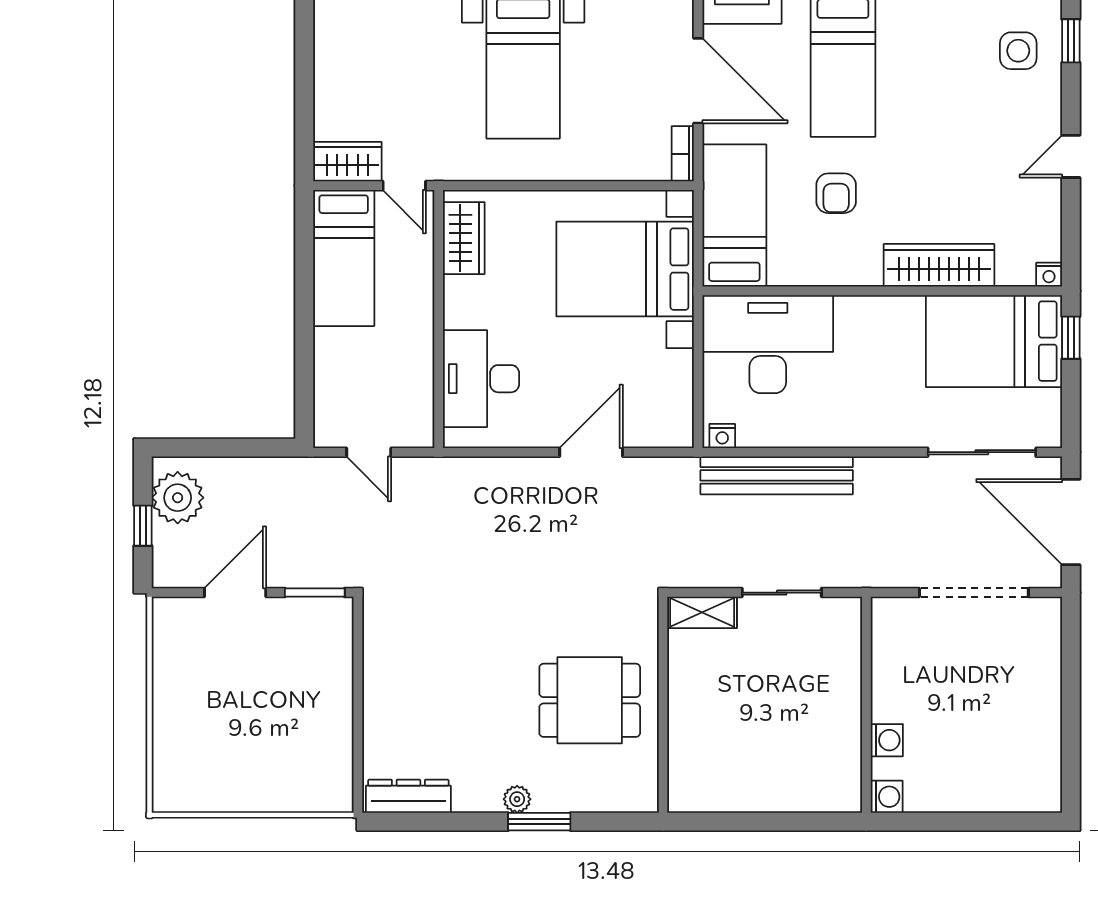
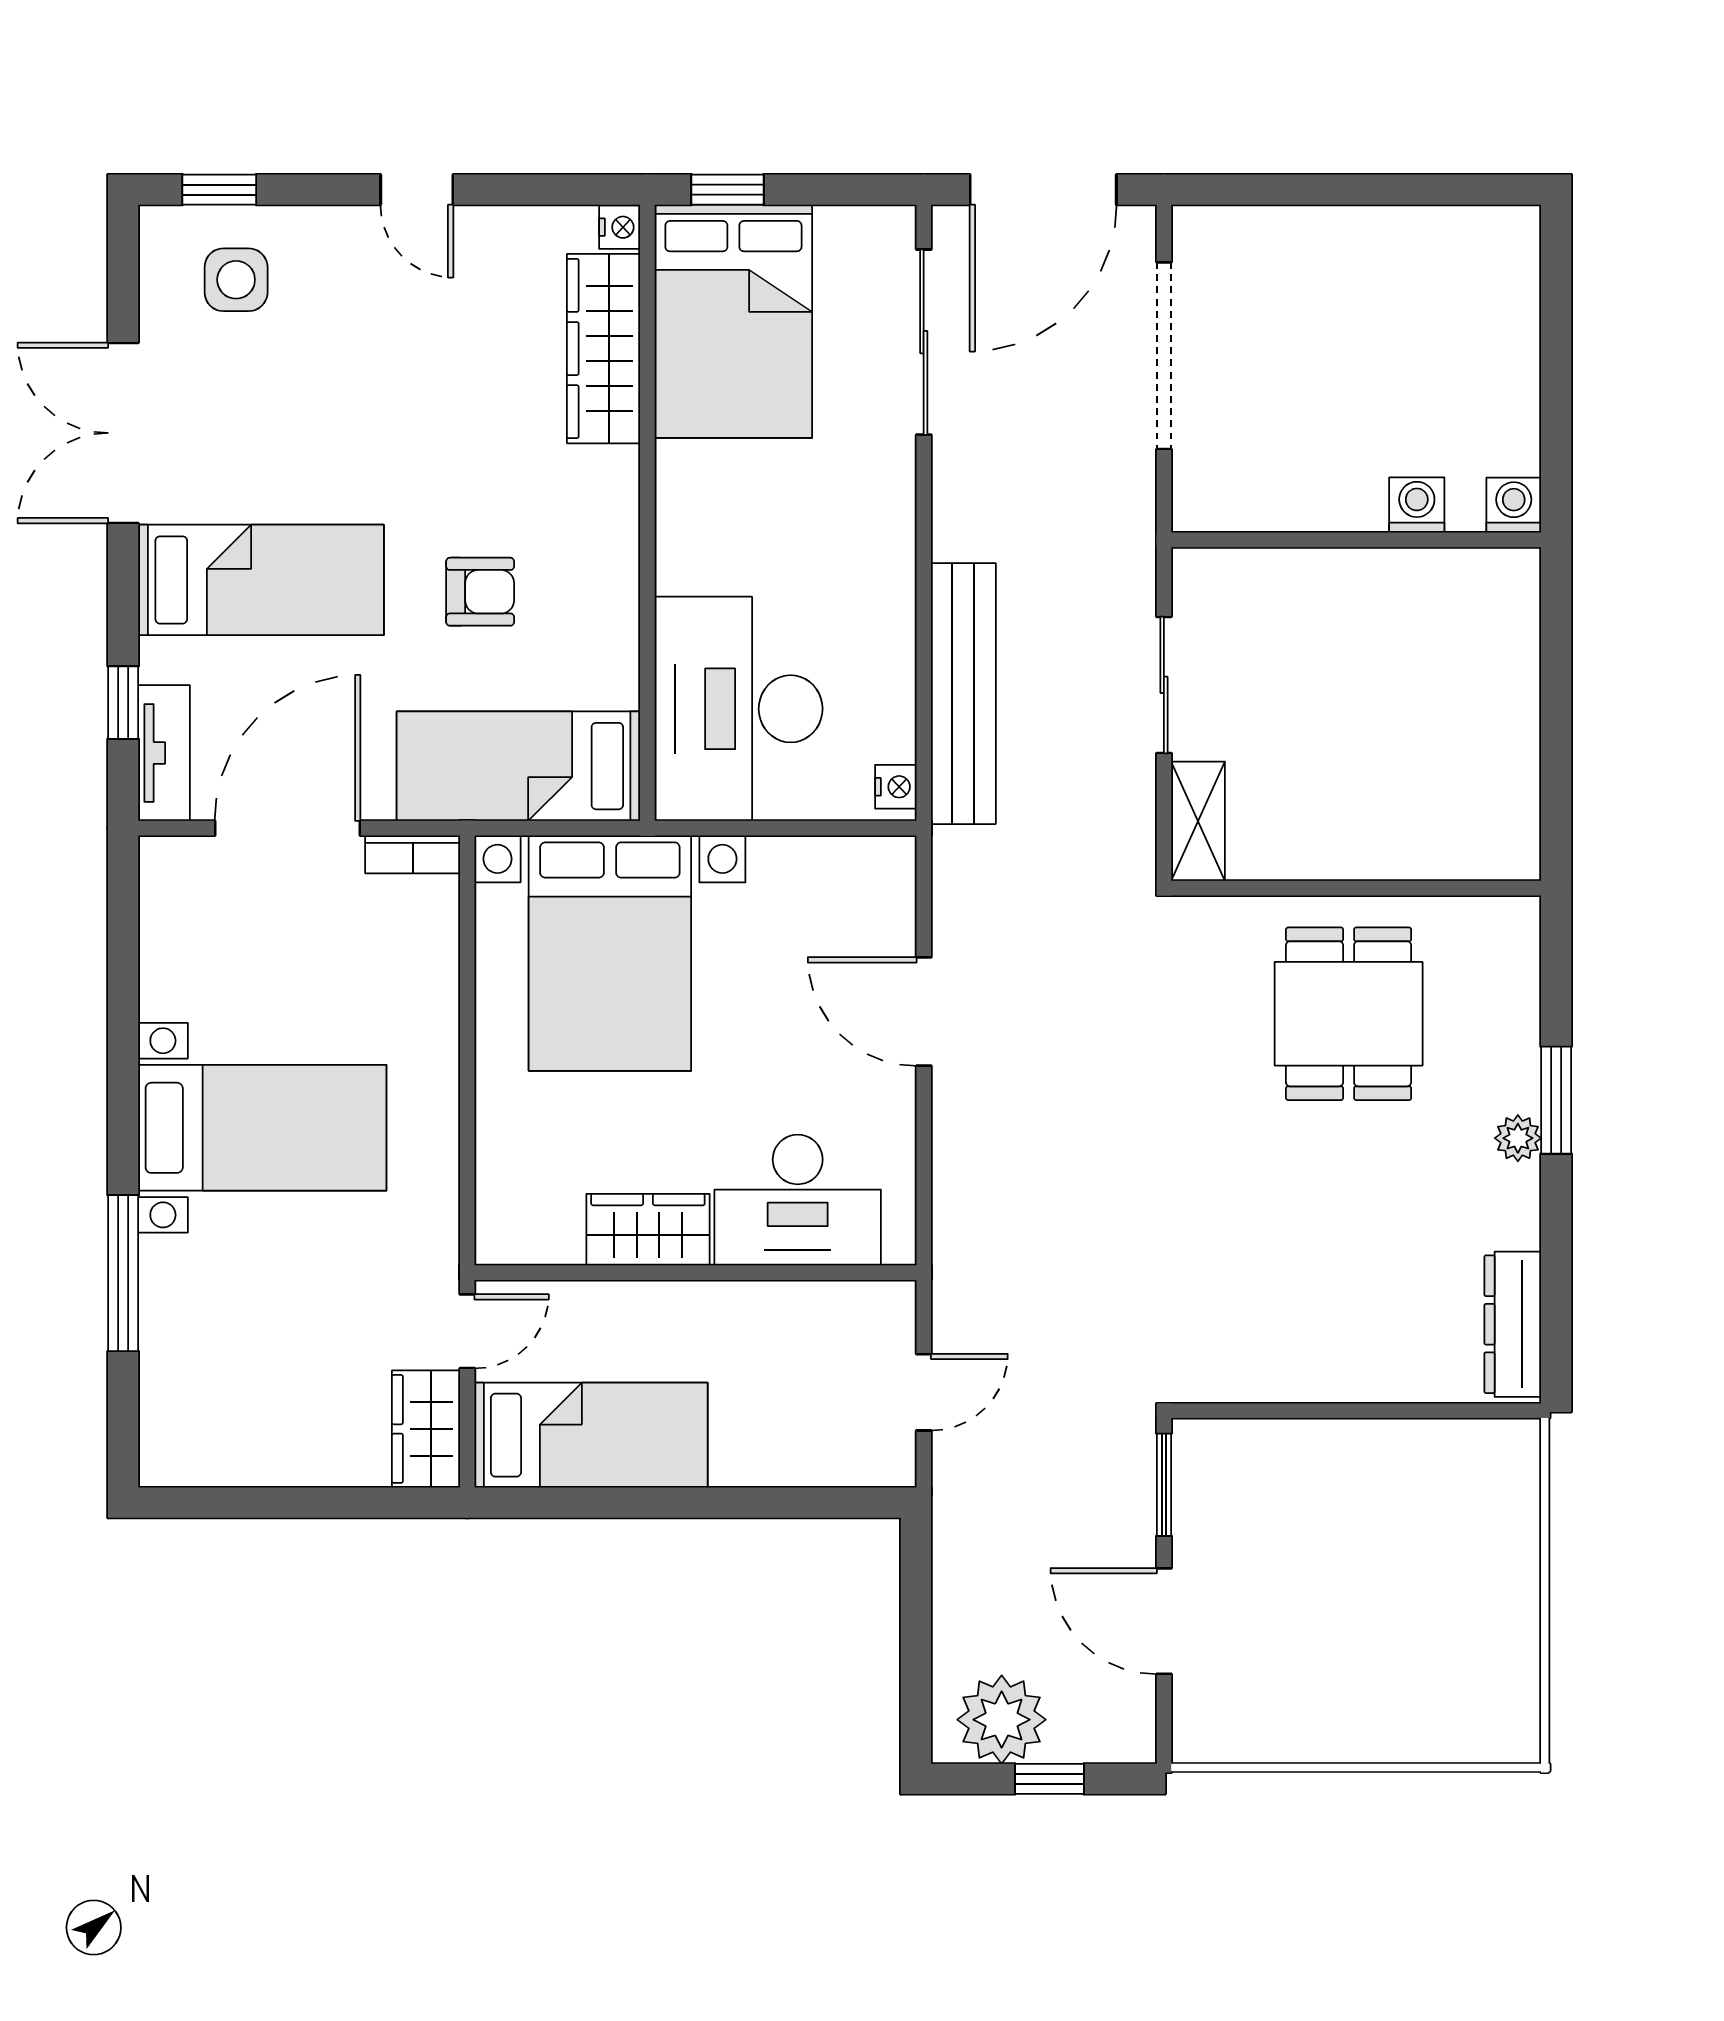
wardrobe: (464, 238) -> (648, 1230), moved
wardrobe: (939, 265) -> (604, 349), moved

